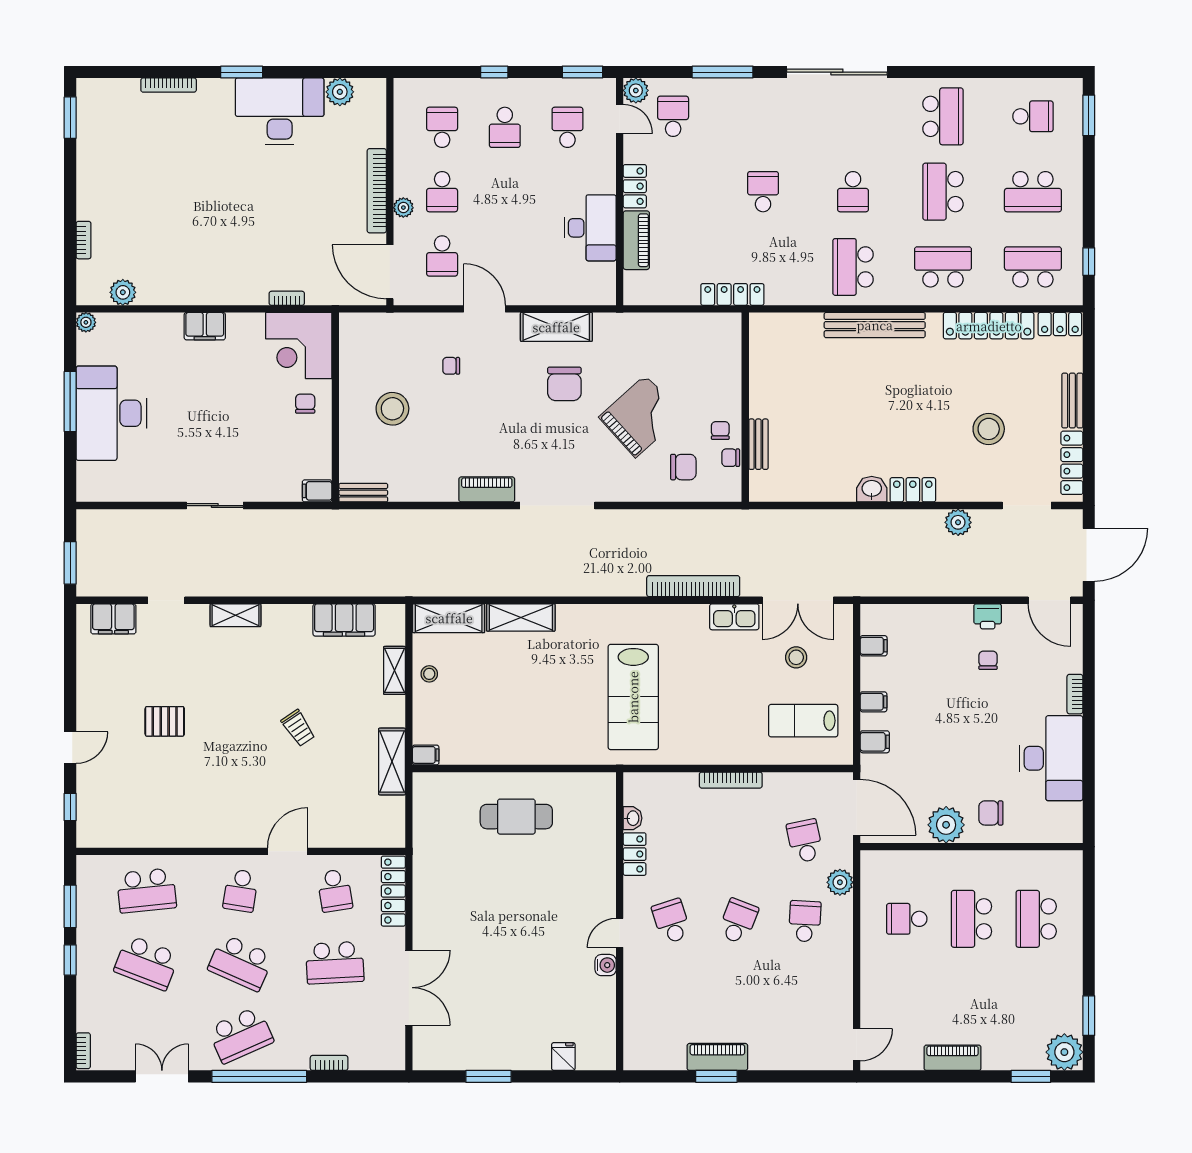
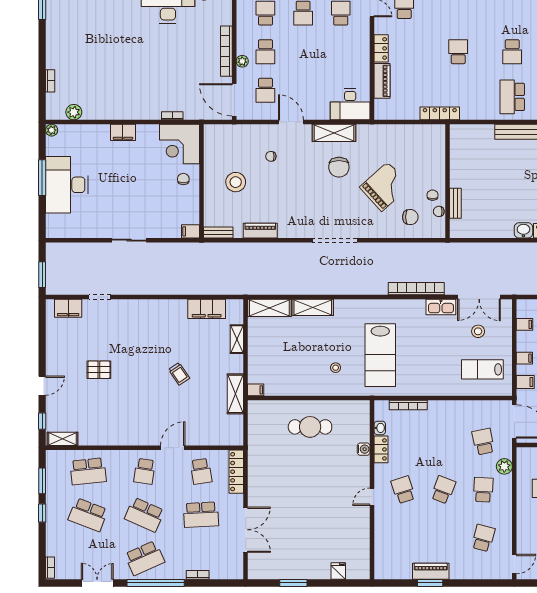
desk: (590, 228) -> (350, 104), moved, turned 90
piano: (487, 489) -> (260, 231), moved
shelving: (235, 615) -> (63, 439), moved
stool: (429, 674) -> (336, 368), moved
bookcase: (731, 780) -> (408, 405), moved
water cooler: (606, 965) -> (364, 449), moved
school desk: (805, 1002) -> (483, 538), added

